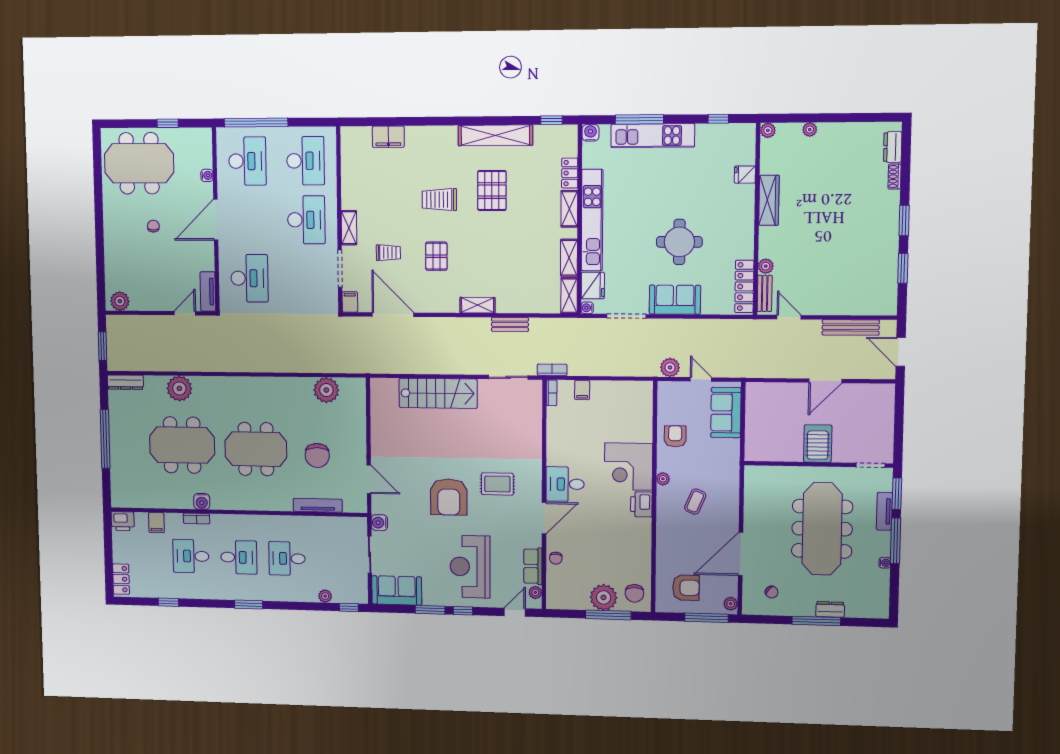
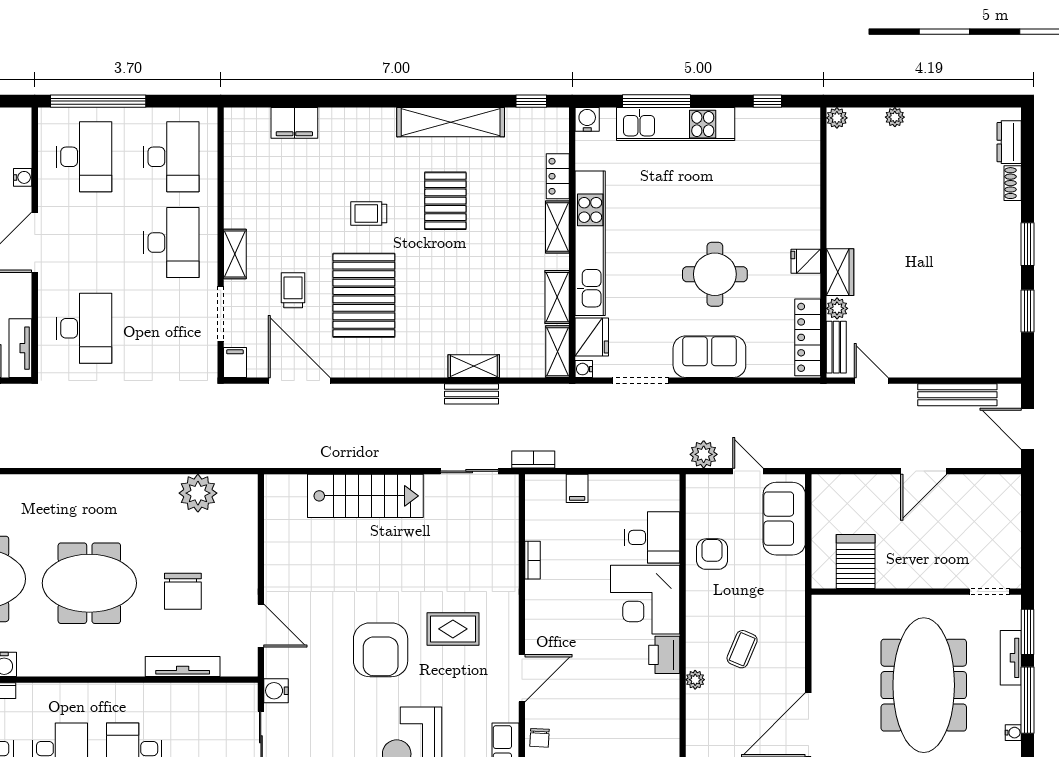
fridge: (745, 175) -> (806, 261), moved
trolley: (439, 200) -> (369, 214), width x0.73, depth x0.72
wardrobe: (769, 200) -> (840, 272), moved, width x0.67
trolley: (388, 253) -> (293, 290), turned -90
pallet: (436, 256) -> (364, 295), width x2.05, depth x2.00
shelving: (477, 305) -> (474, 366), moved
bookcase: (552, 393) -> (533, 560), moved
server rack: (818, 444) -> (856, 562), moved
plant: (663, 479) -> (695, 680), moved
desk: (565, 484) -> (652, 537), moved, turned 180

